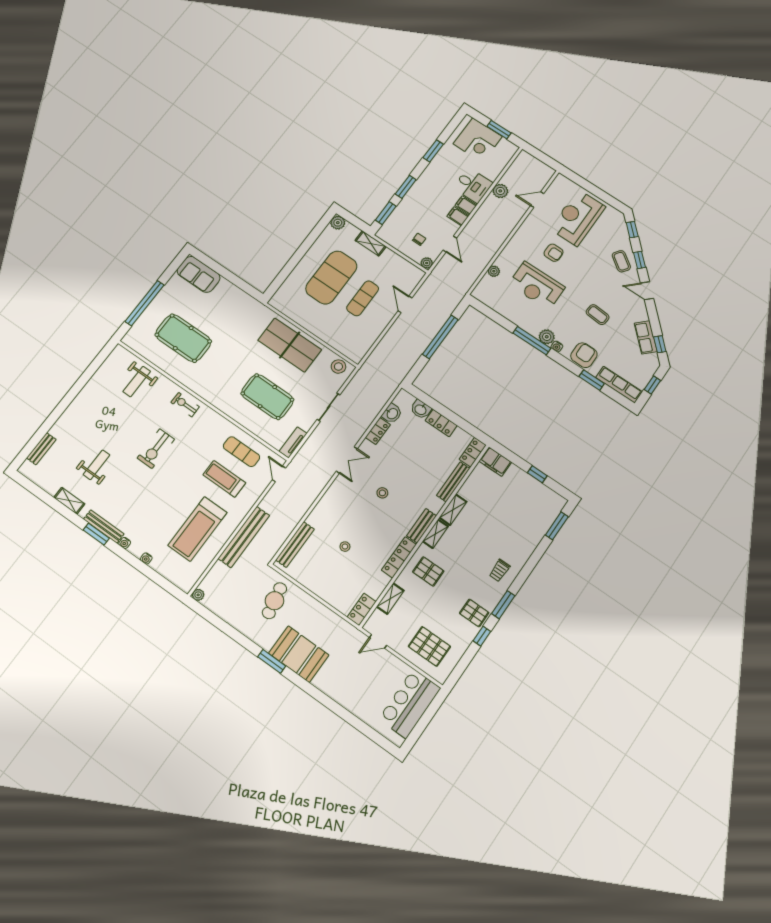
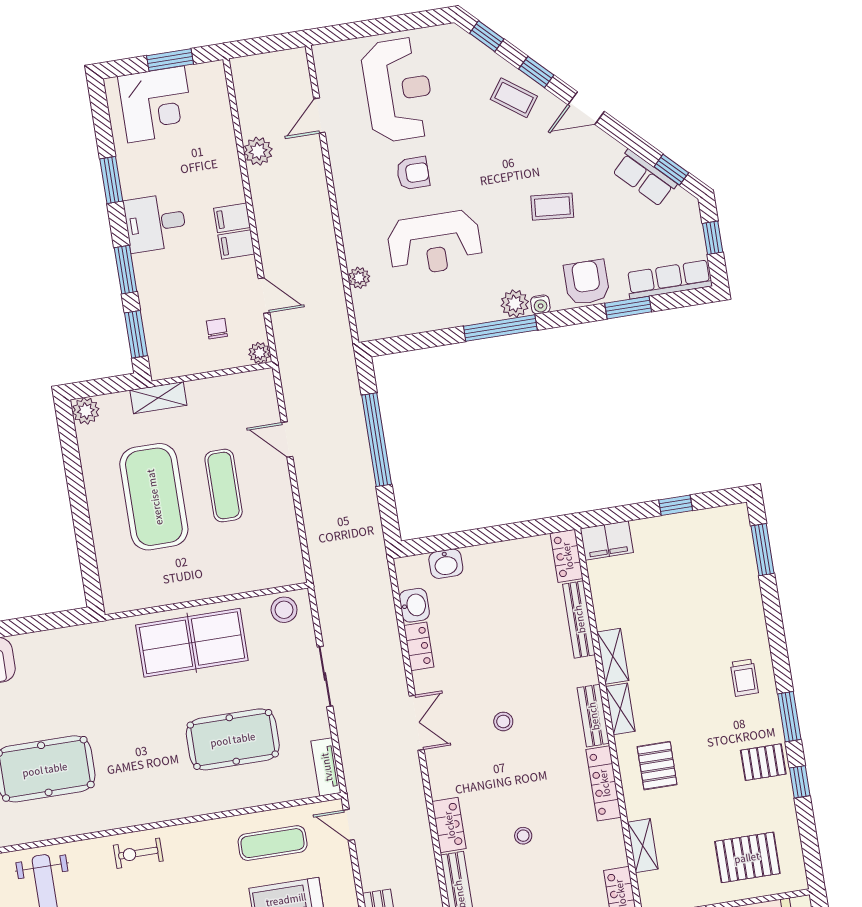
desk: (473, 185) -> (155, 223), moved, turned 180
reception desk: (578, 218) -> (398, 90), turned 180
locker: (441, 423) -> (449, 825), moved, turned -90
pallet: (428, 571) -> (657, 766), turned 90

